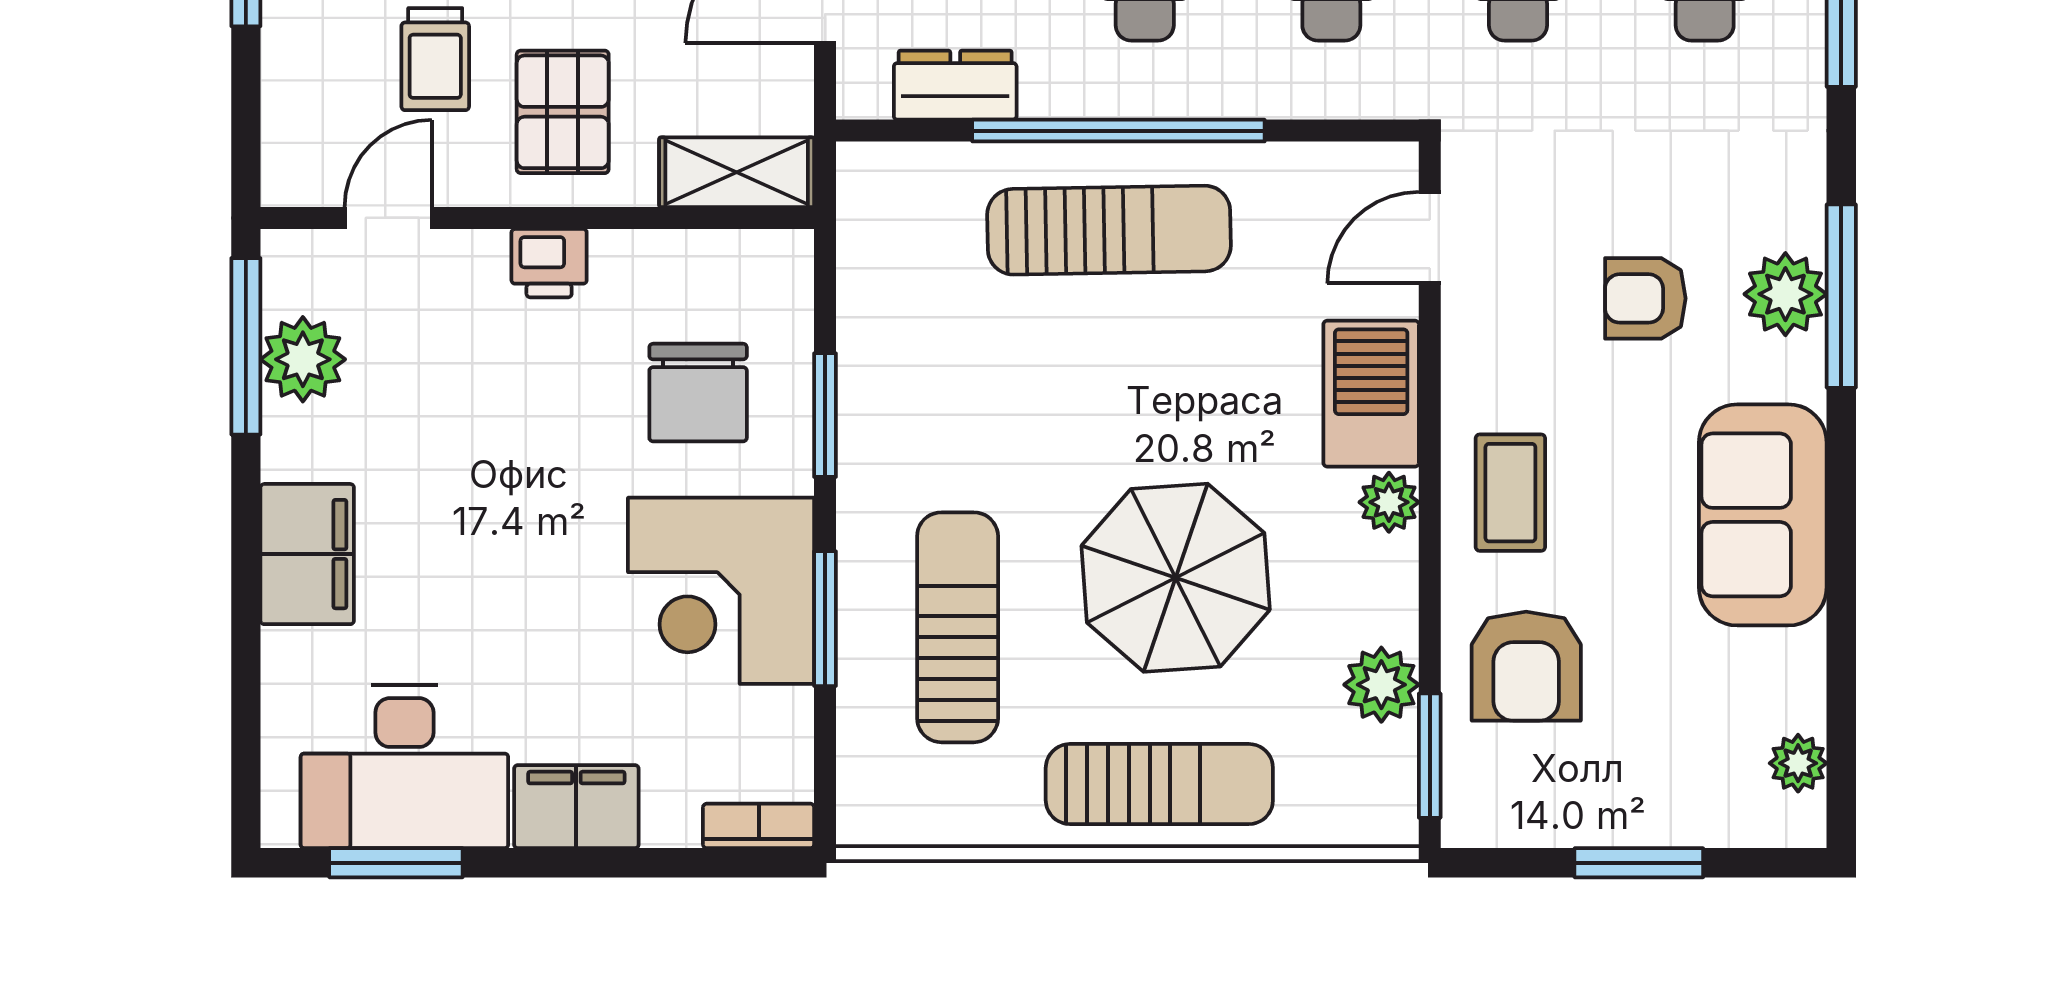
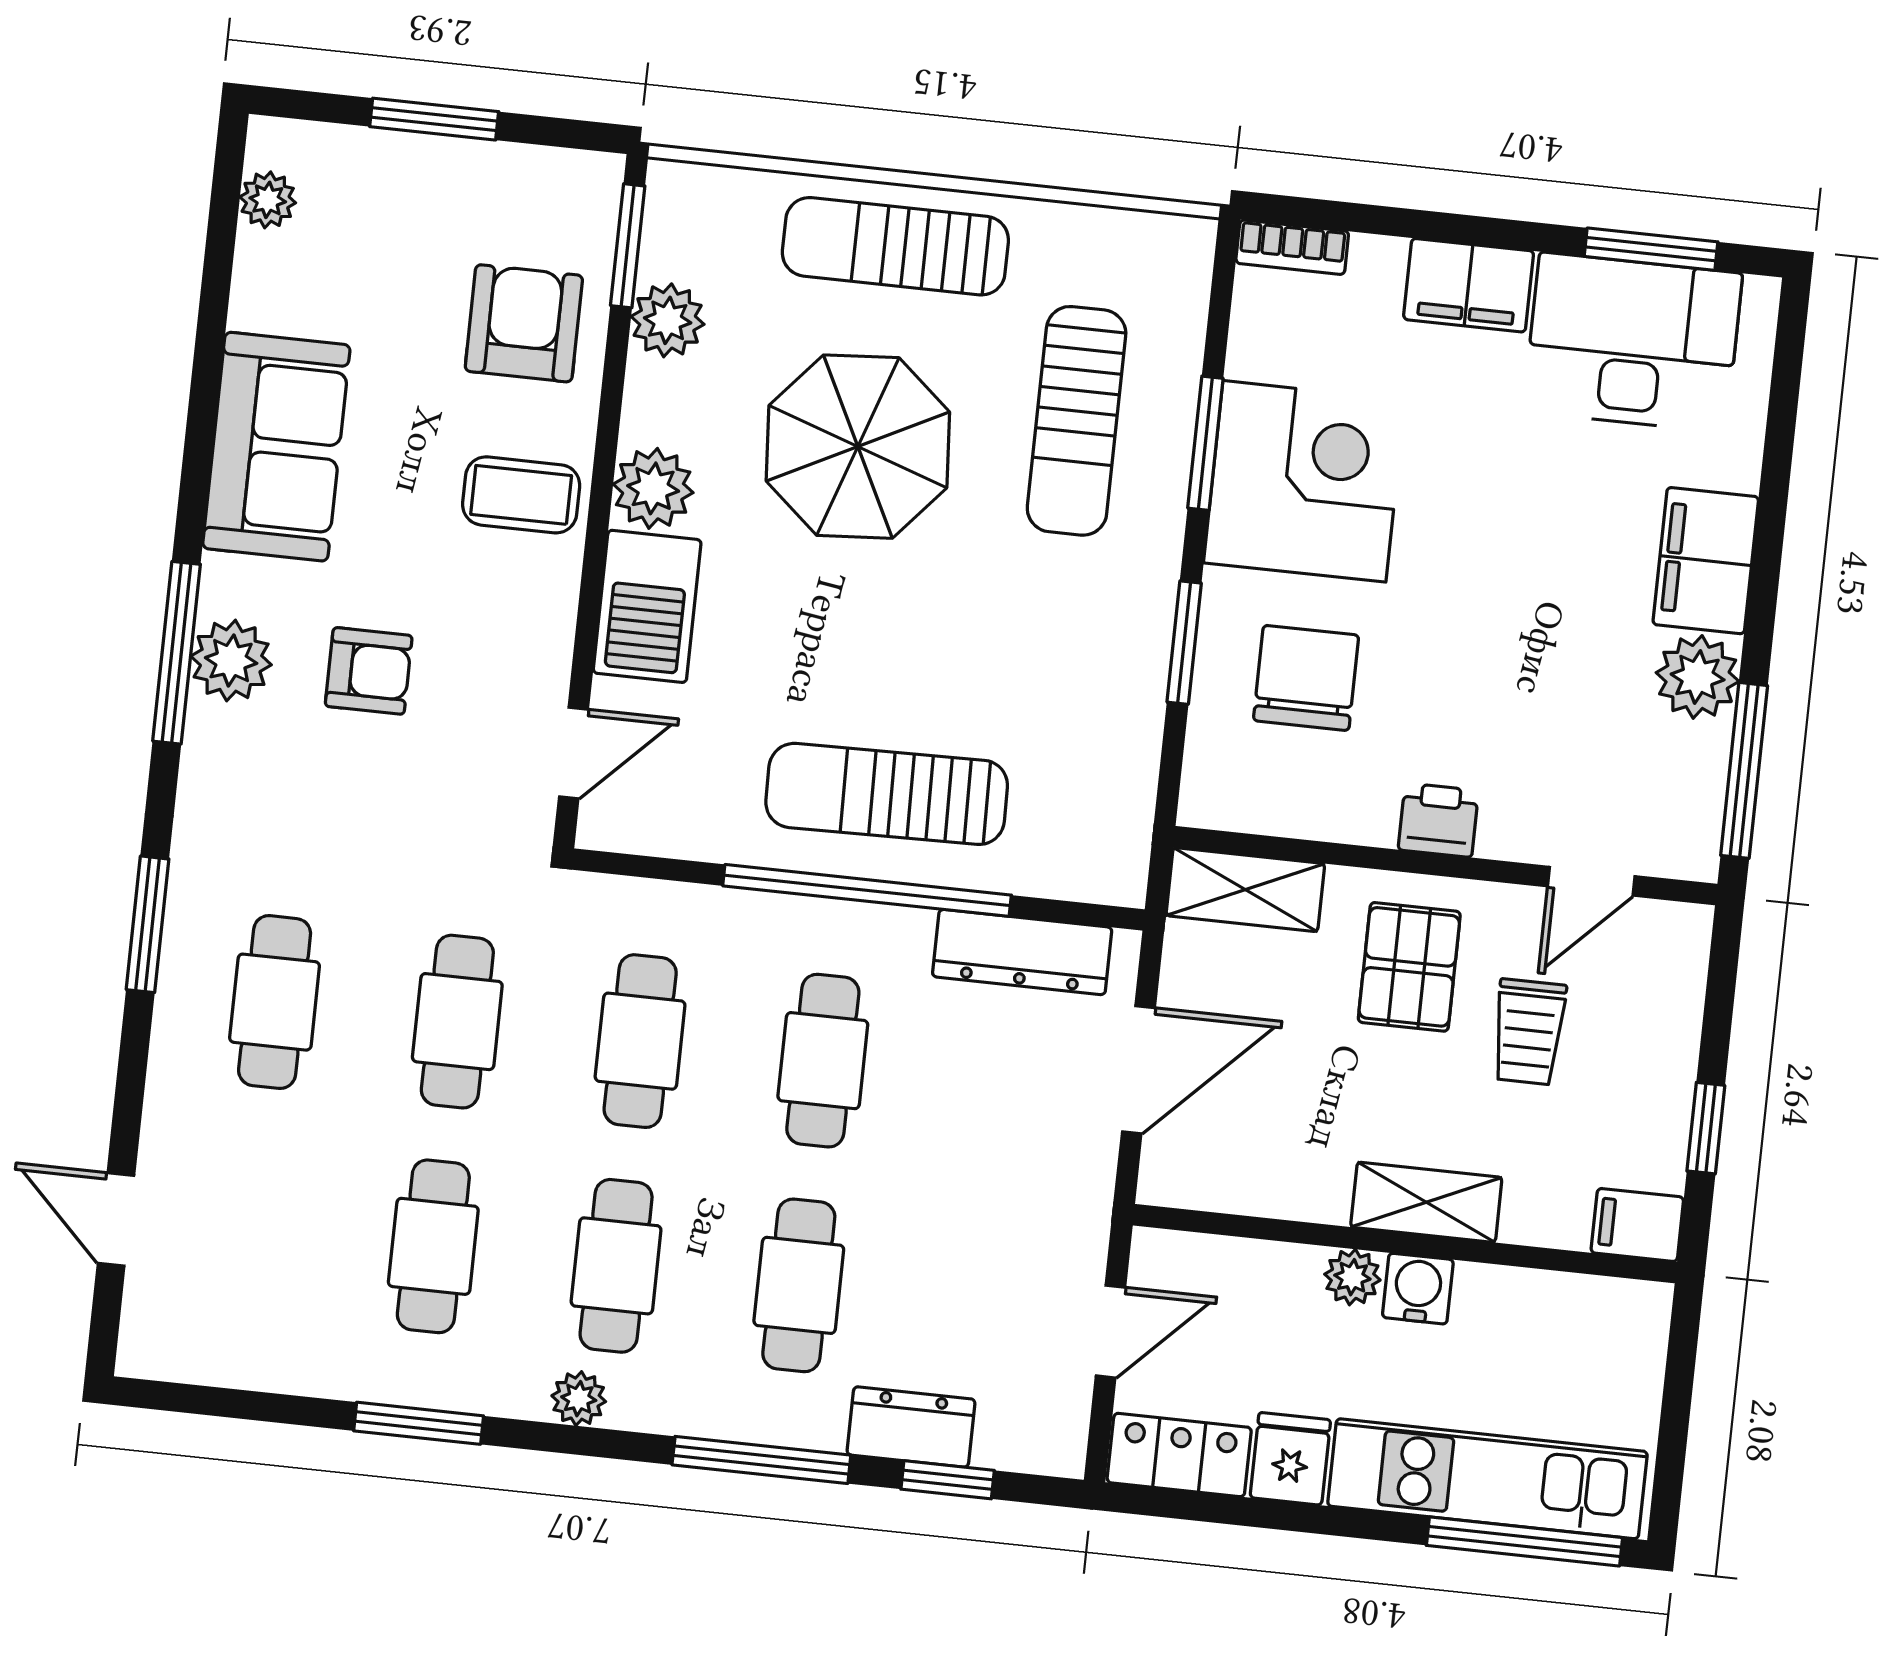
trolley: (435, 59) -> (1529, 1032), turned 180
dresser: (955, 85) -> (1022, 952), width x1.44
plant: (303, 359) -> (1698, 677), moved
coffee table: (1510, 493) -> (521, 495), turned 90
plant: (1389, 502) -> (653, 488), width x1.38, depth x1.38

